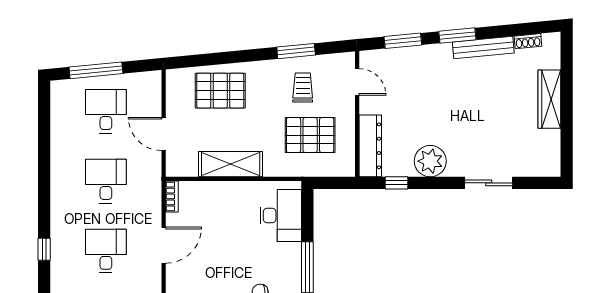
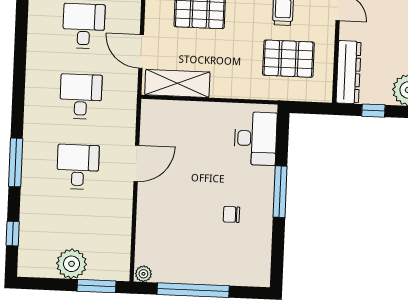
shelving: (231, 164) -> (177, 83), moved
bookcase: (172, 196) -> (147, 115), removed
window: (44, 249) -> (16, 162), width x2.17

